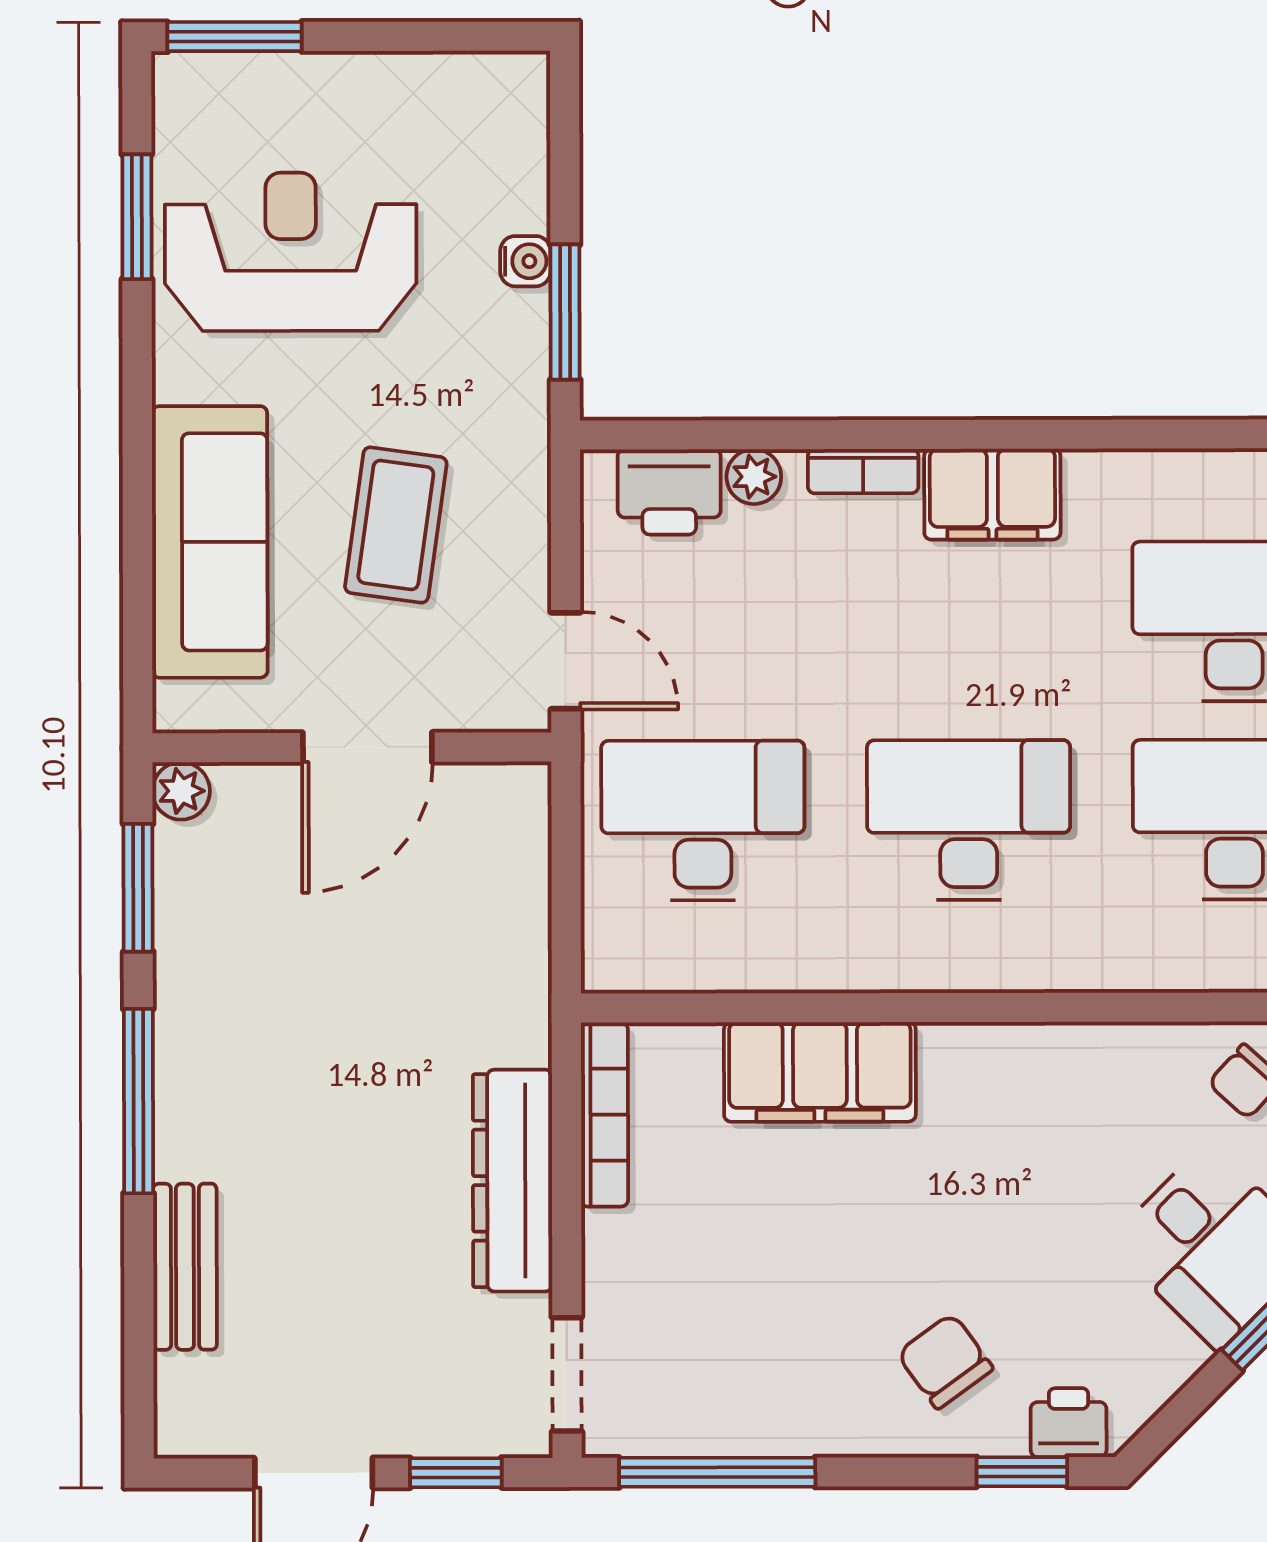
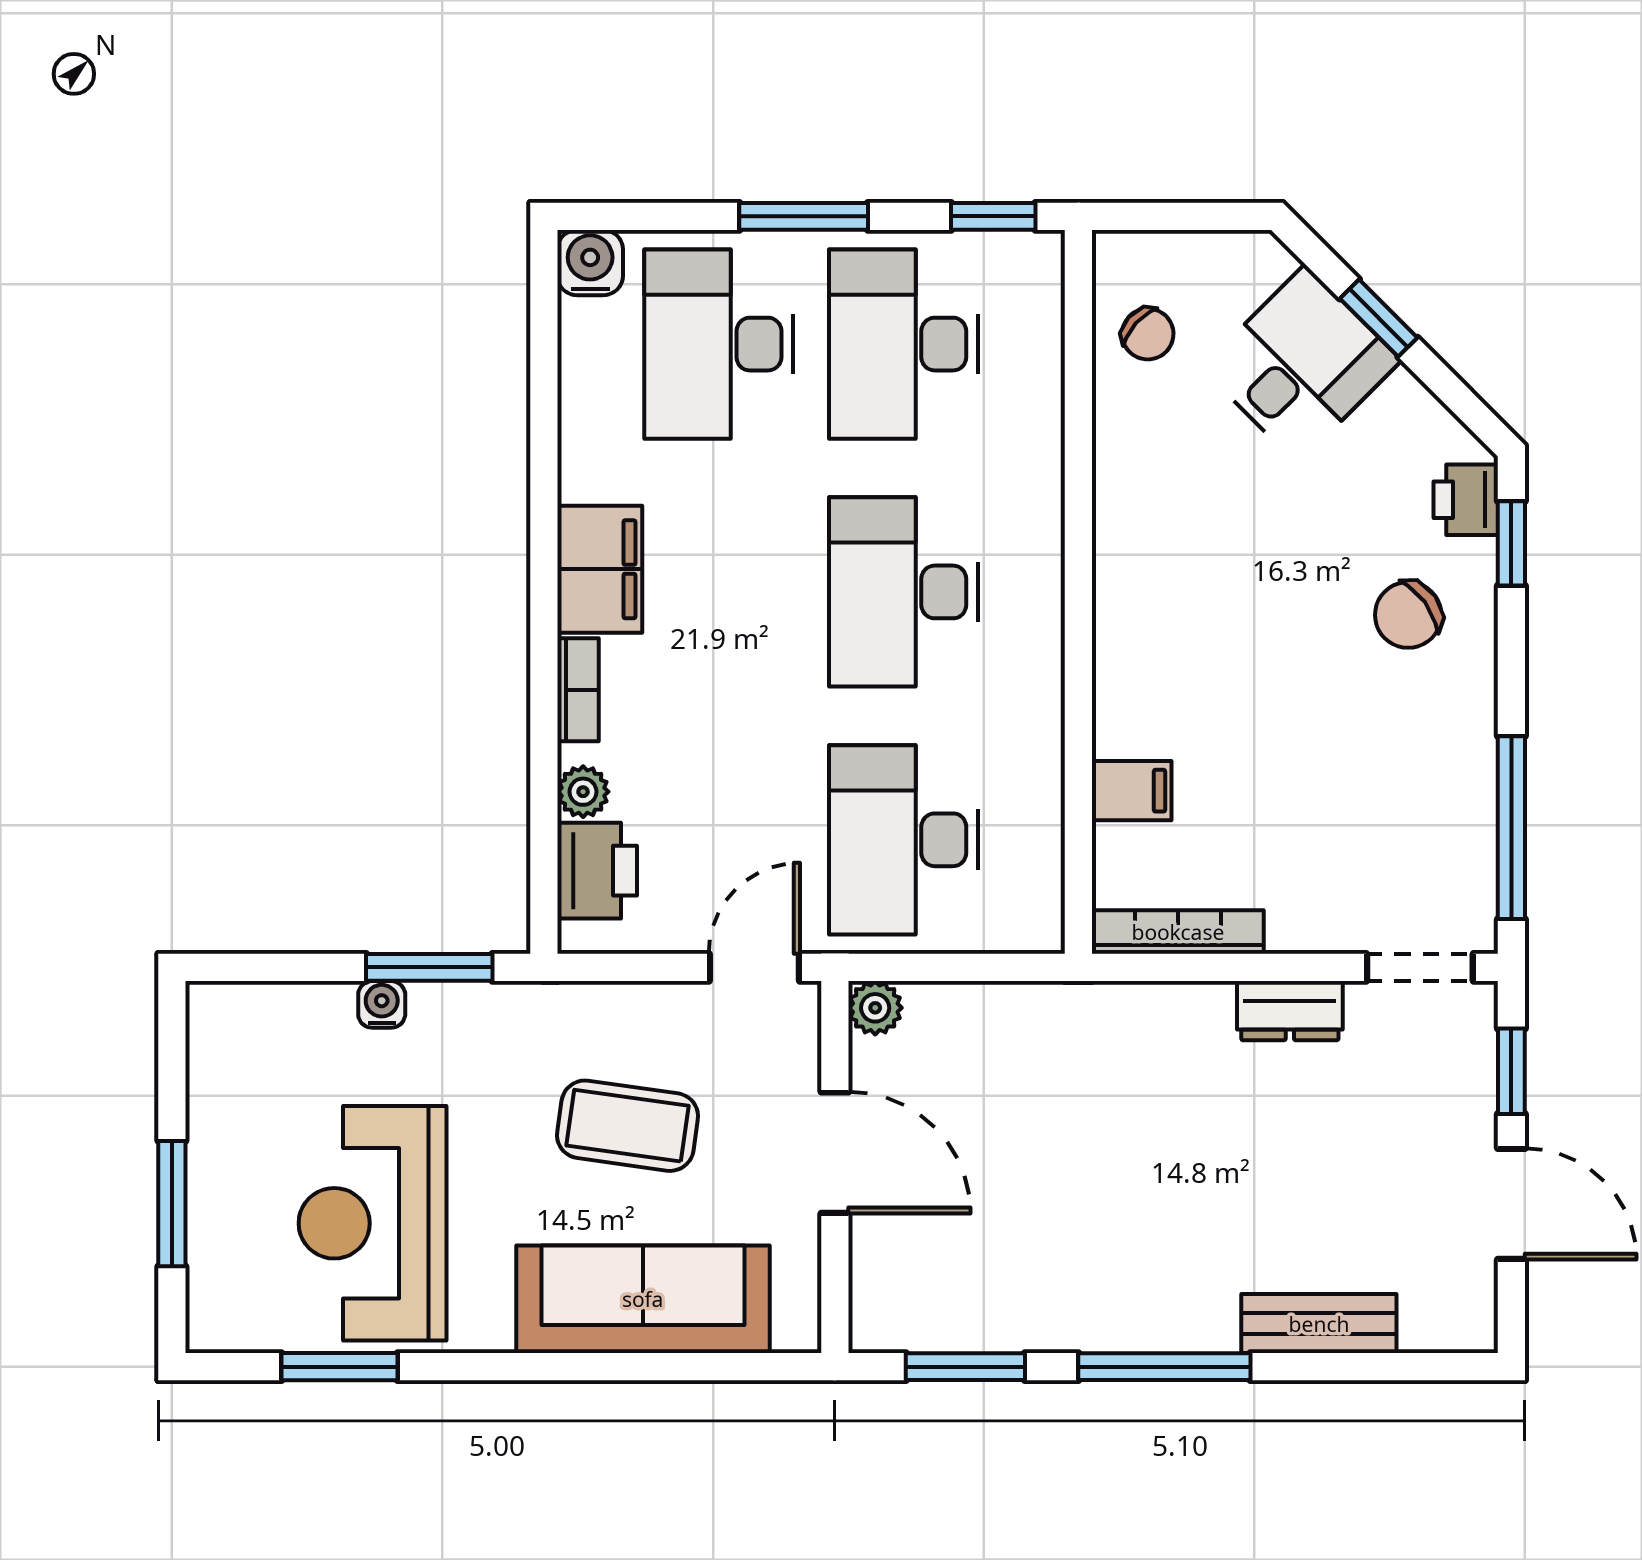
window: (235, 37) -> (172, 1204), moved
plant: (181, 791) -> (875, 1008), moved
filing cabinet: (820, 1072) -> (1132, 791), width x0.33, depth x0.86
dresser: (513, 1181) -> (1290, 1011), width x0.51, depth x0.80

